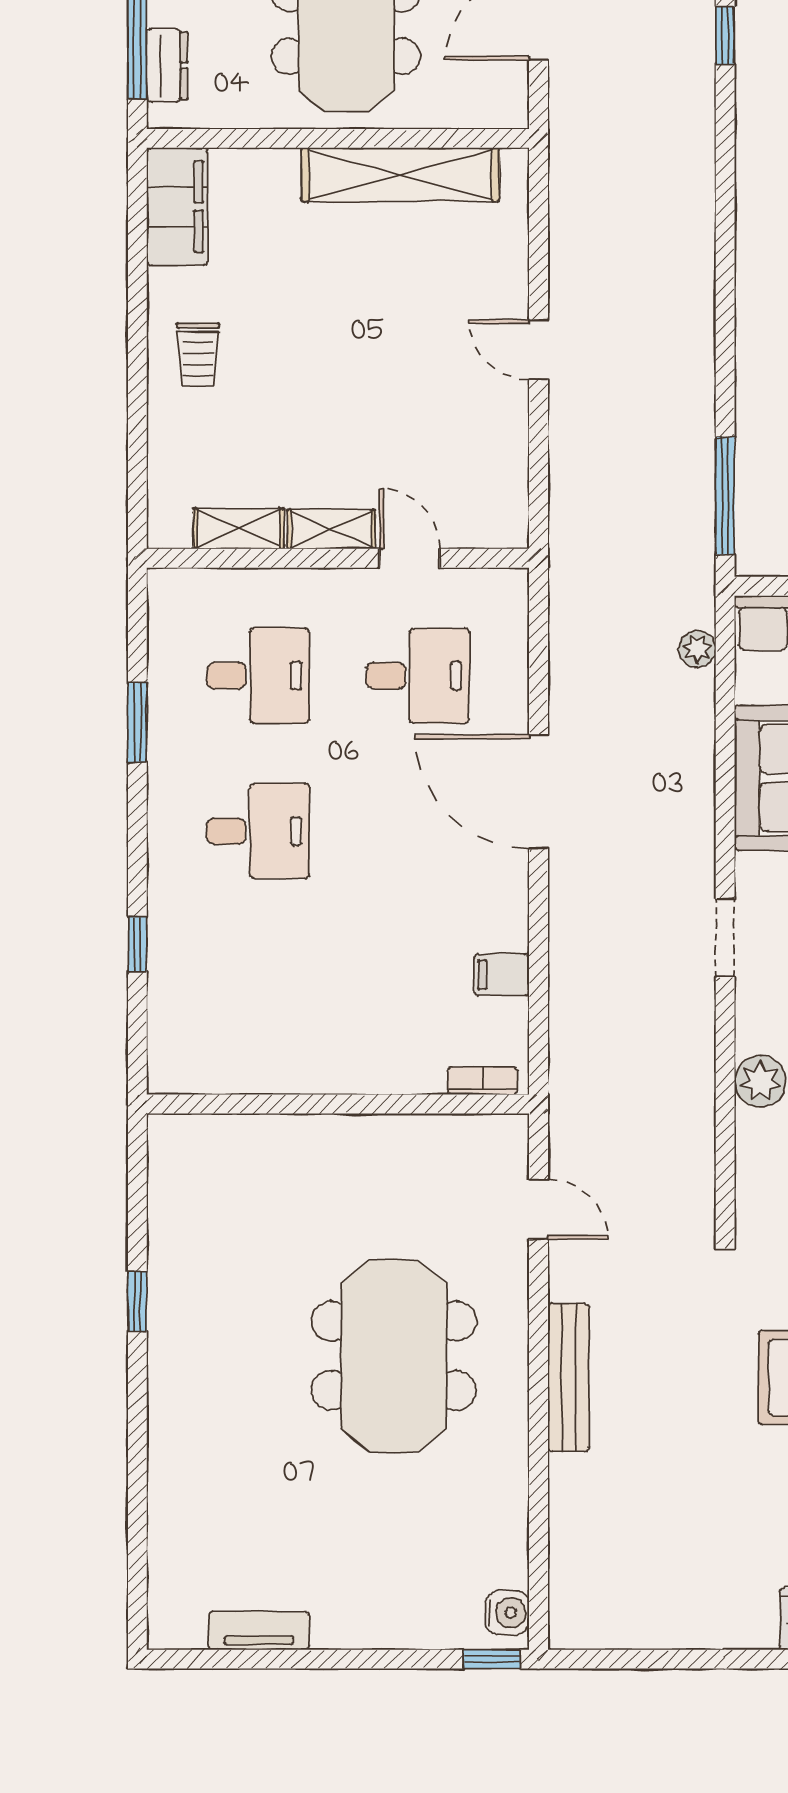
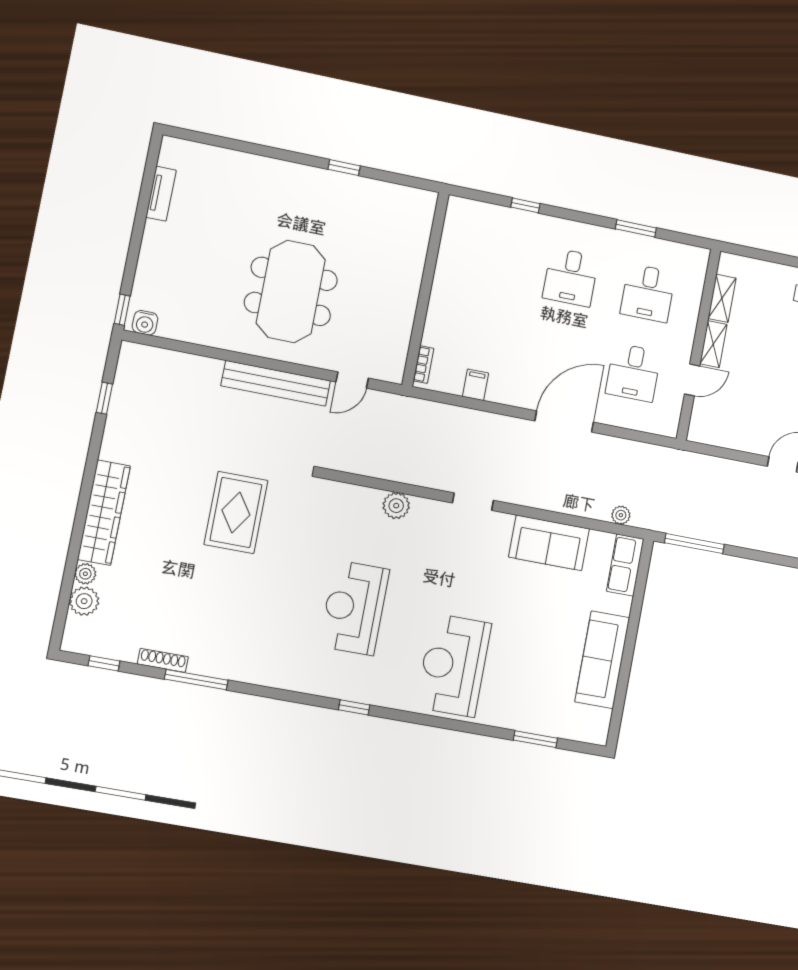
meeting table: (394, 1356) -> (291, 291), turned 90
bench: (569, 1377) -> (276, 383), width x1.37, depth x1.21
window: (663, 1659) -> (104, 398), added

